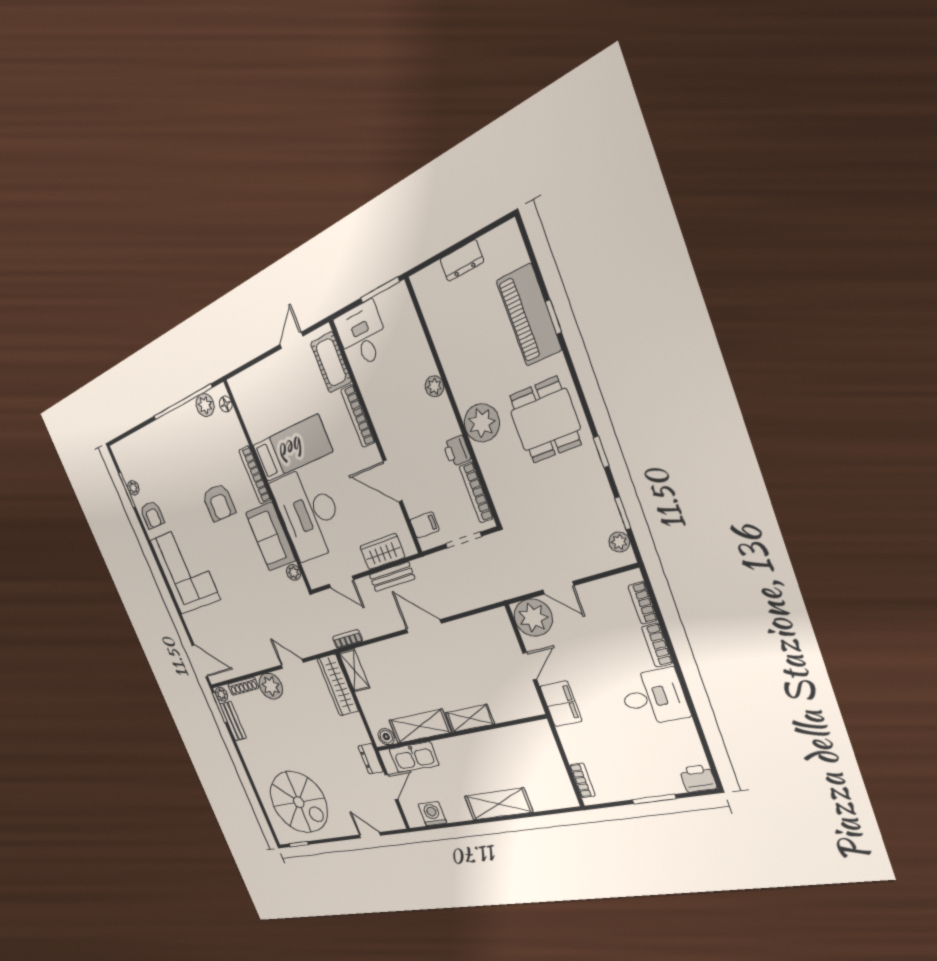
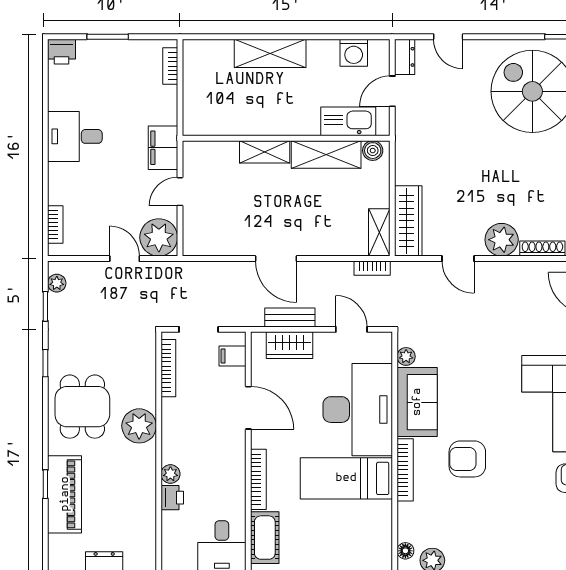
printer: (457, 451) -> (172, 498), moved
armchair: (219, 503) -> (467, 459), turned -90
bookcase: (657, 645) -> (56, 184), removed
dresser: (371, 759) -> (405, 57), moved

